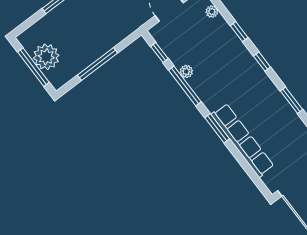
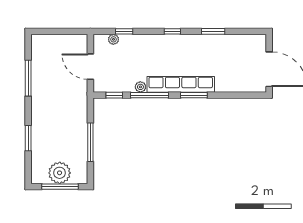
window: (239, 32) -> (124, 31), moved
row of seats: (242, 140) -> (181, 84), moved

